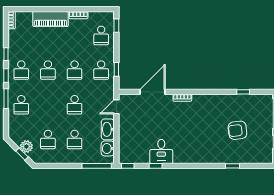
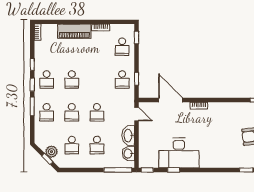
school desk: (75, 70) -> (72, 112), moved
door: (152, 92) -> (171, 100), hinge flipped
door: (116, 107) -> (137, 114), swing flipped
desk: (161, 151) -> (179, 153), width x1.87, depth x1.30

